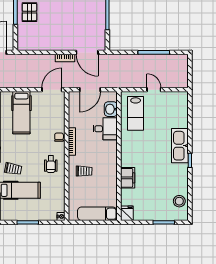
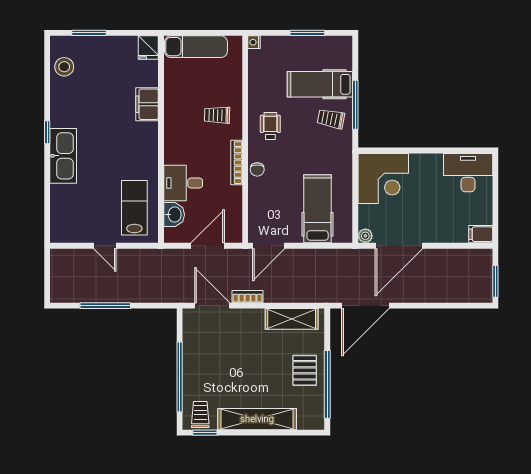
shelving: (38, 44) -> (292, 319), added

